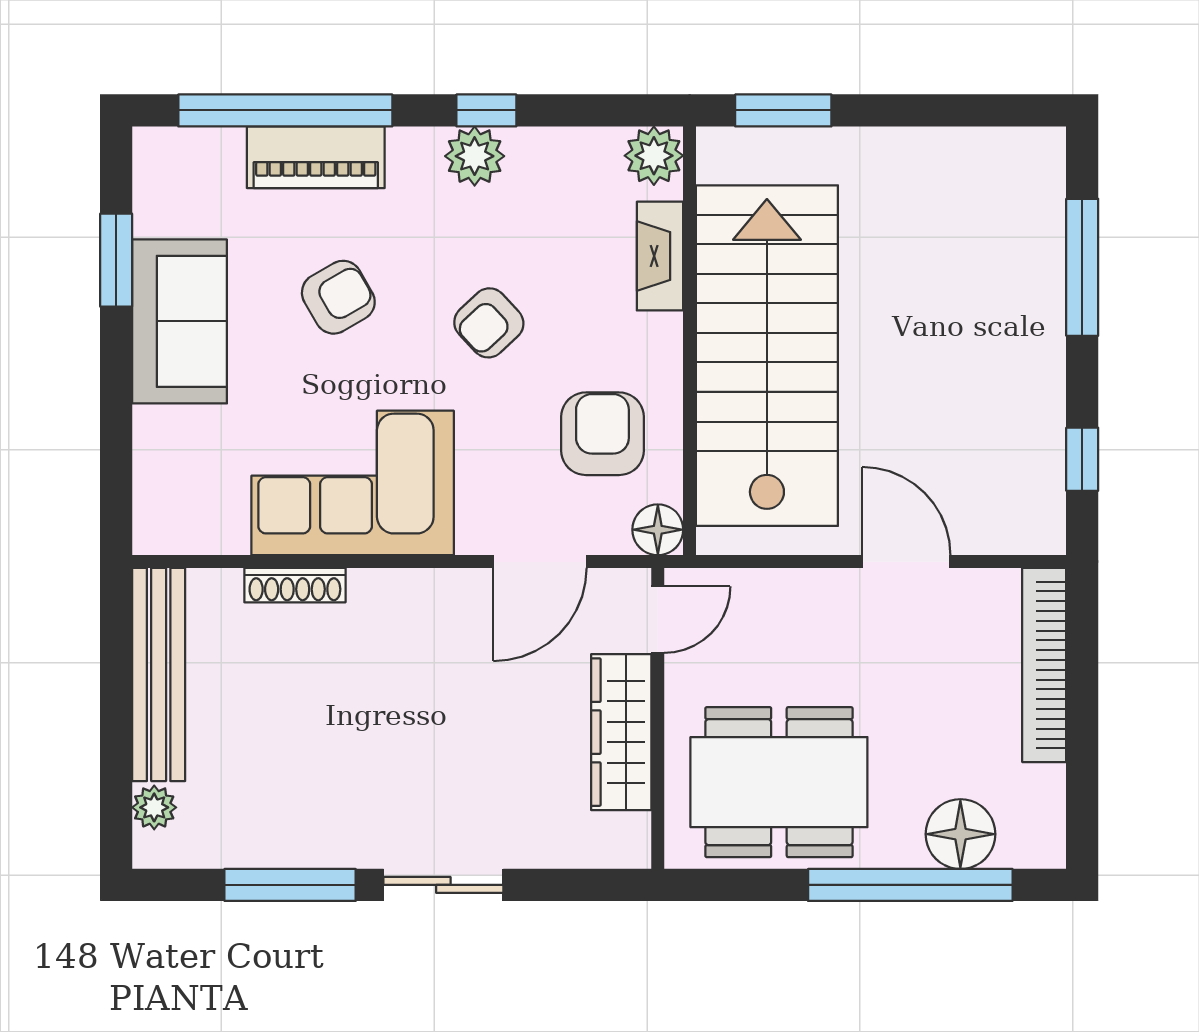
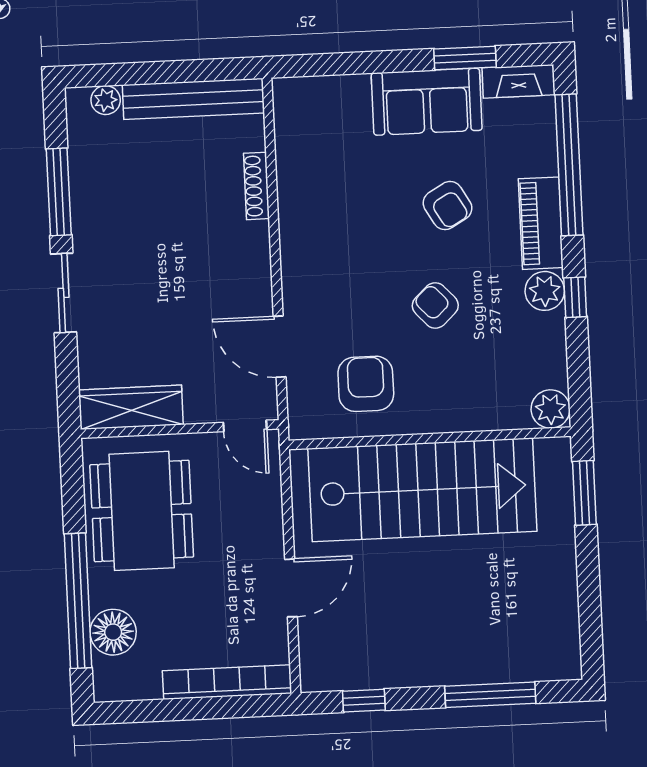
piano: (316, 157) -> (541, 223), moved
fireplace: (660, 256) -> (519, 81), moved, turned 180
armchair: (602, 434) -> (366, 384), turned -90
corner sofa: (353, 483) -> (326, 221), removed
floor lamp: (658, 530) -> (304, 423), removed
wardrobe: (621, 732) -> (131, 407), moved

